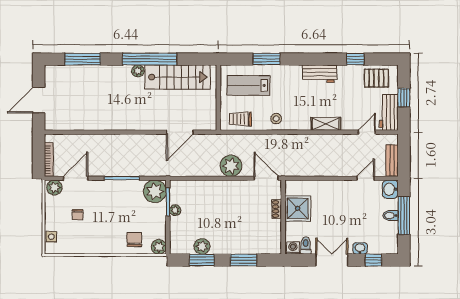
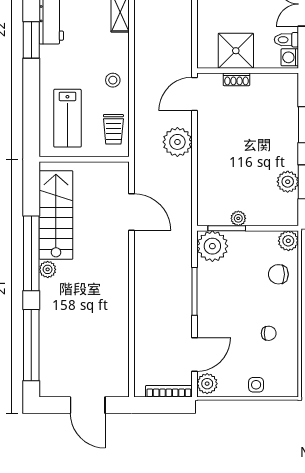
window: (83, 59) -> (31, 345), width x1.46
window: (266, 59) -> (31, 40), moved
door: (76, 178) -> (194, 355), swing flipped
chair: (78, 215) -> (269, 333), moved
side table: (51, 237) -> (256, 385), moved

